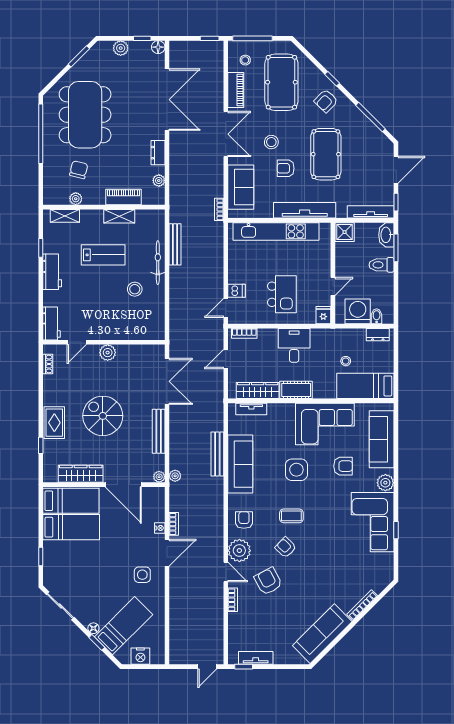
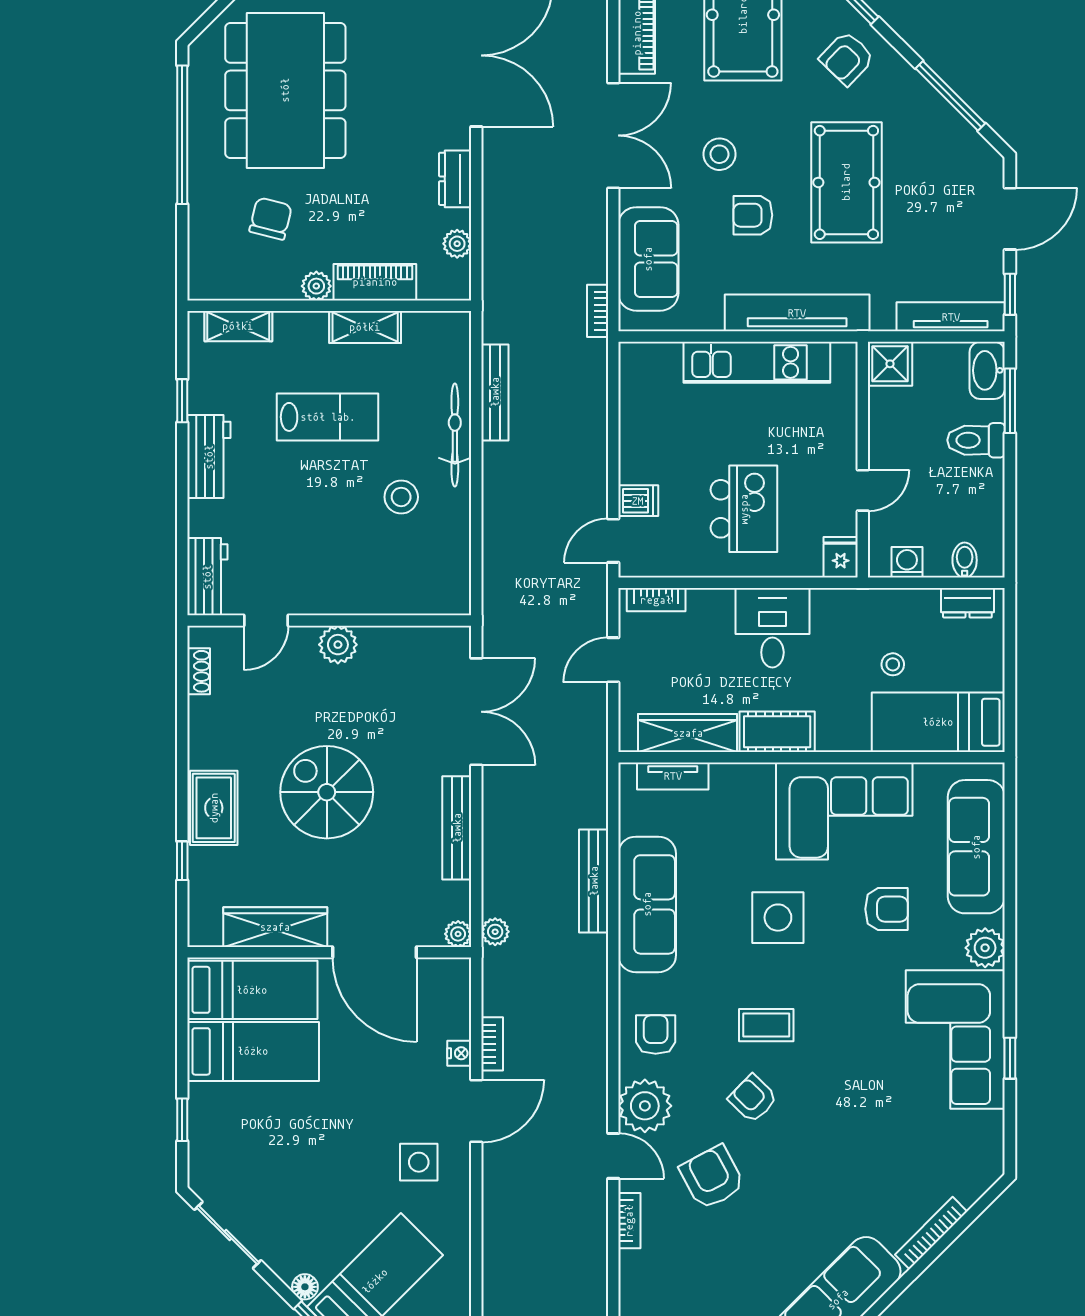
plant: (76, 199) -> (316, 286), moved
kitchen unit: (276, 231) -> (757, 362), width x0.73
washing machine: (358, 311) -> (907, 562), width x0.53, depth x0.53

